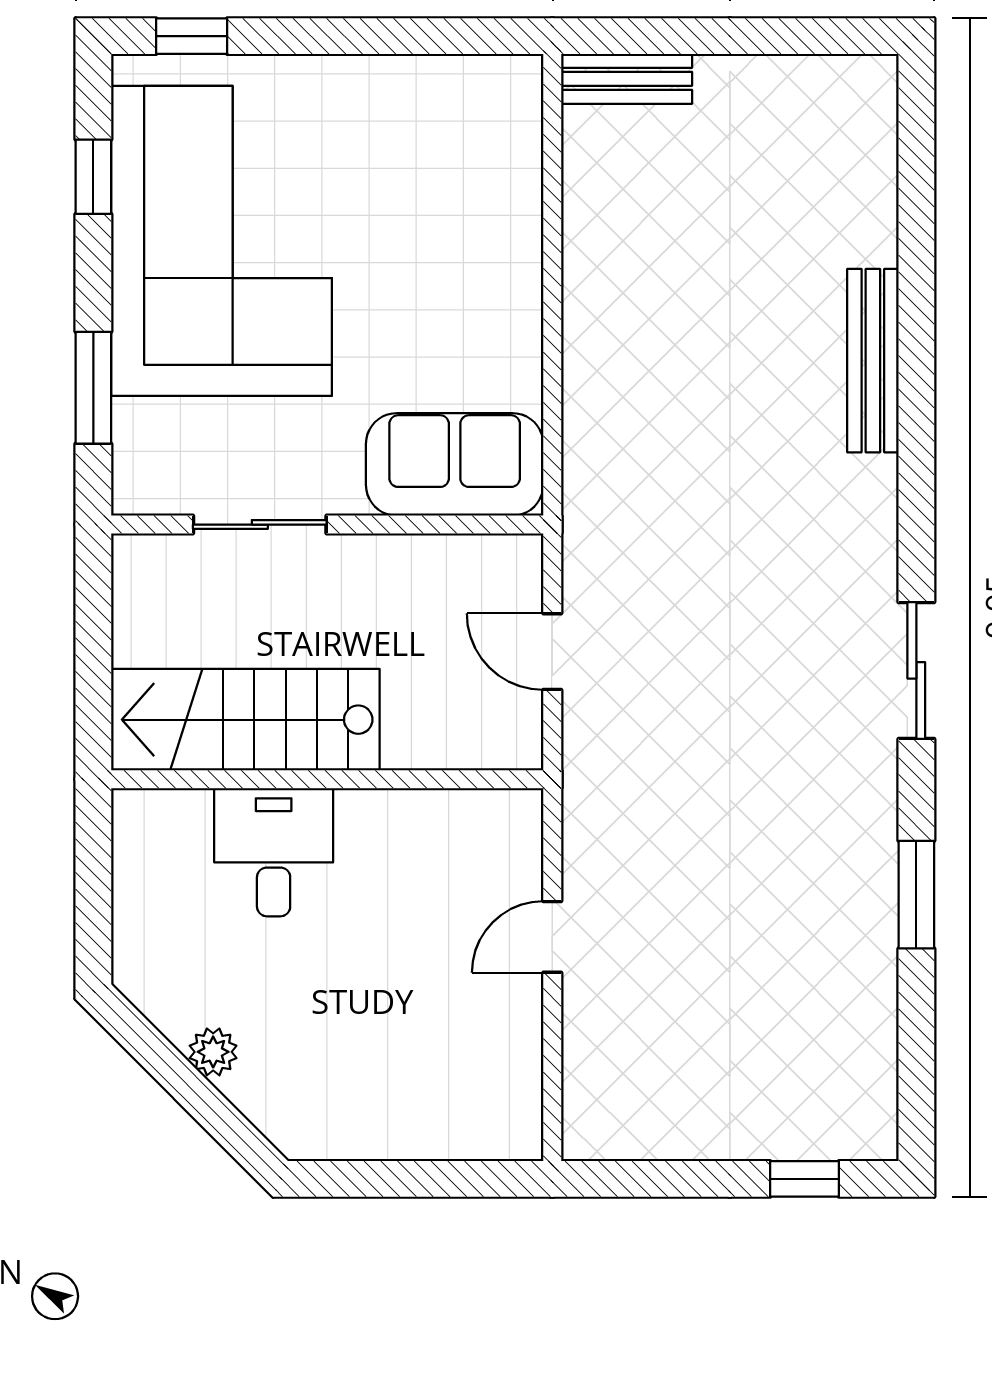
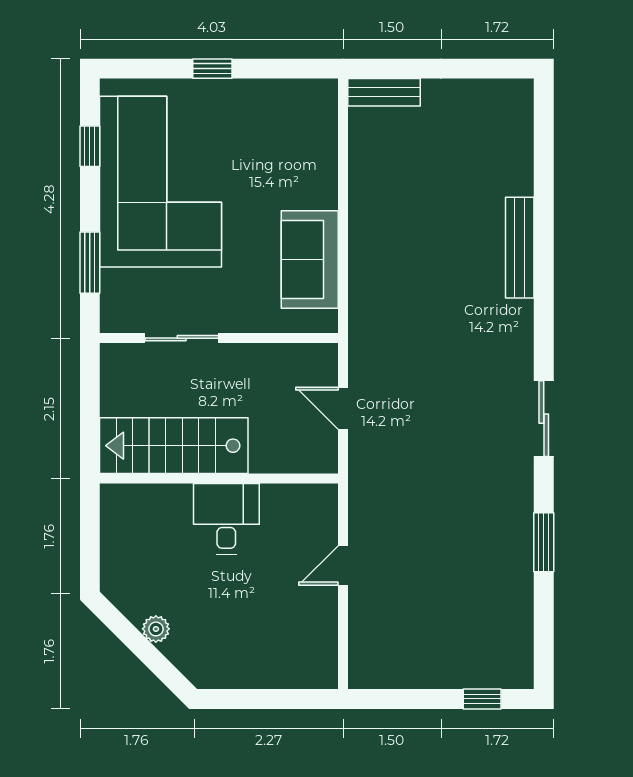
window: (192, 36) -> (212, 69), moved
sofa: (455, 464) -> (310, 260), moved, turned -90
desk: (274, 852) -> (226, 519), moved

